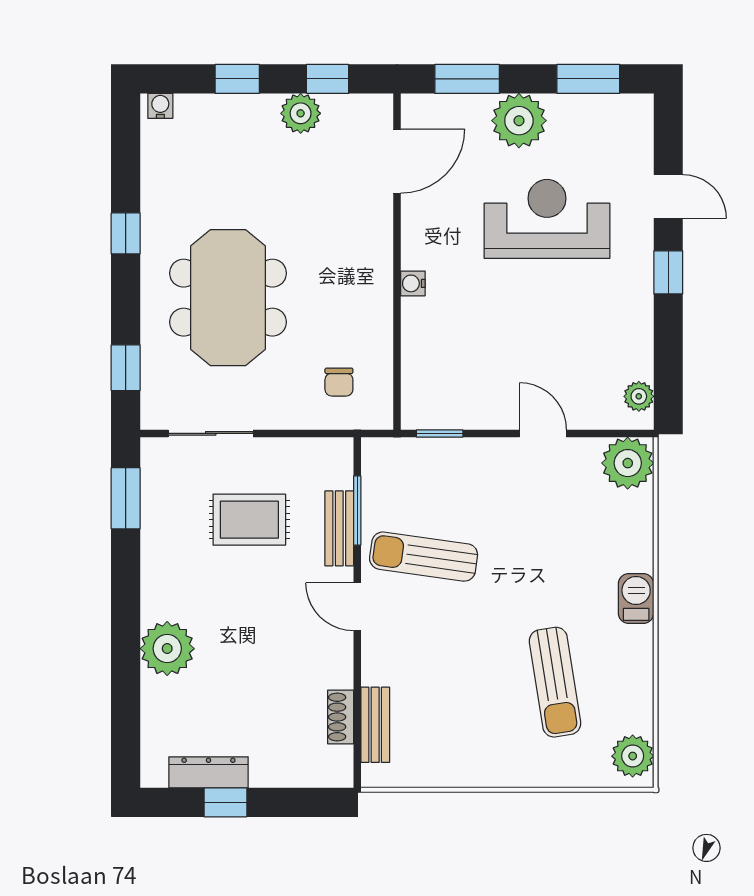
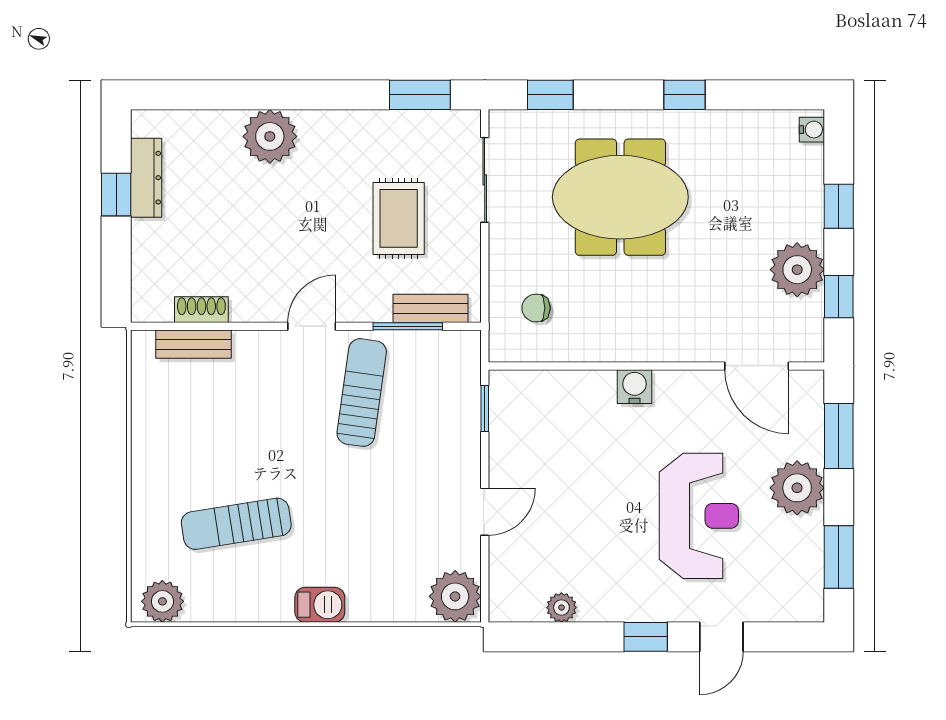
plant: (301, 113) -> (797, 270), width x1.36, depth x1.36
water cooler: (413, 283) -> (635, 387), width x1.38, depth x1.38
plant: (639, 396) -> (561, 608), moved
bench: (339, 528) -> (431, 308), moved

